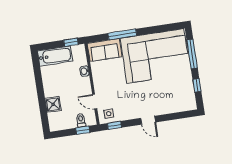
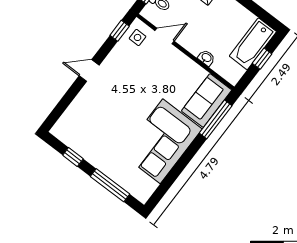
window: (122, 34) -> (216, 119), moved
window: (71, 42) -> (262, 59), moved
corner sofa: (155, 56) -> (162, 141), width x0.73, depth x0.74

